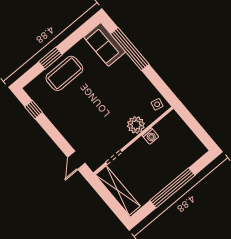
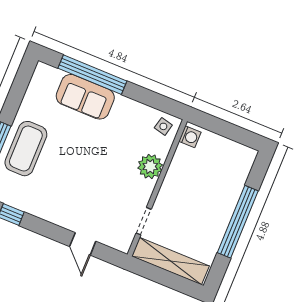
sofa: (105, 44) -> (85, 97), moved
washing machine: (150, 136) -> (190, 137), moved
door: (76, 160) -> (83, 244), moved

